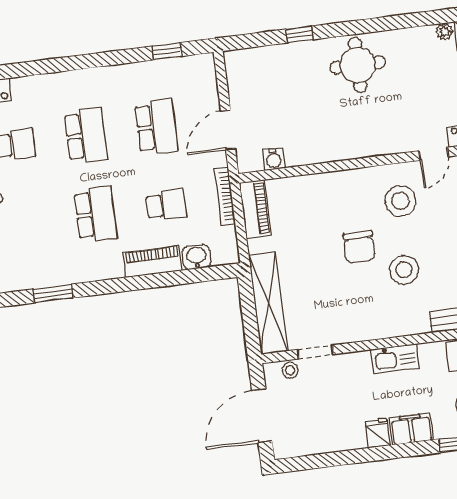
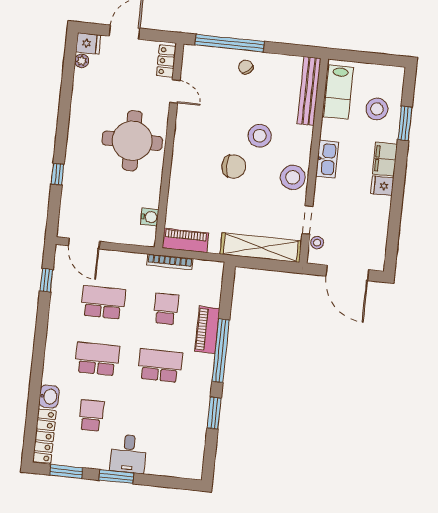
round table: (358, 65) -> (132, 141), moved, width x1.36, depth x1.36
door: (228, 130) -> (84, 243), moved
stool: (400, 201) -> (293, 177), moved
washbasin: (196, 257) -> (49, 396), moved, turned 180
window: (131, 284) -> (221, 351), added

